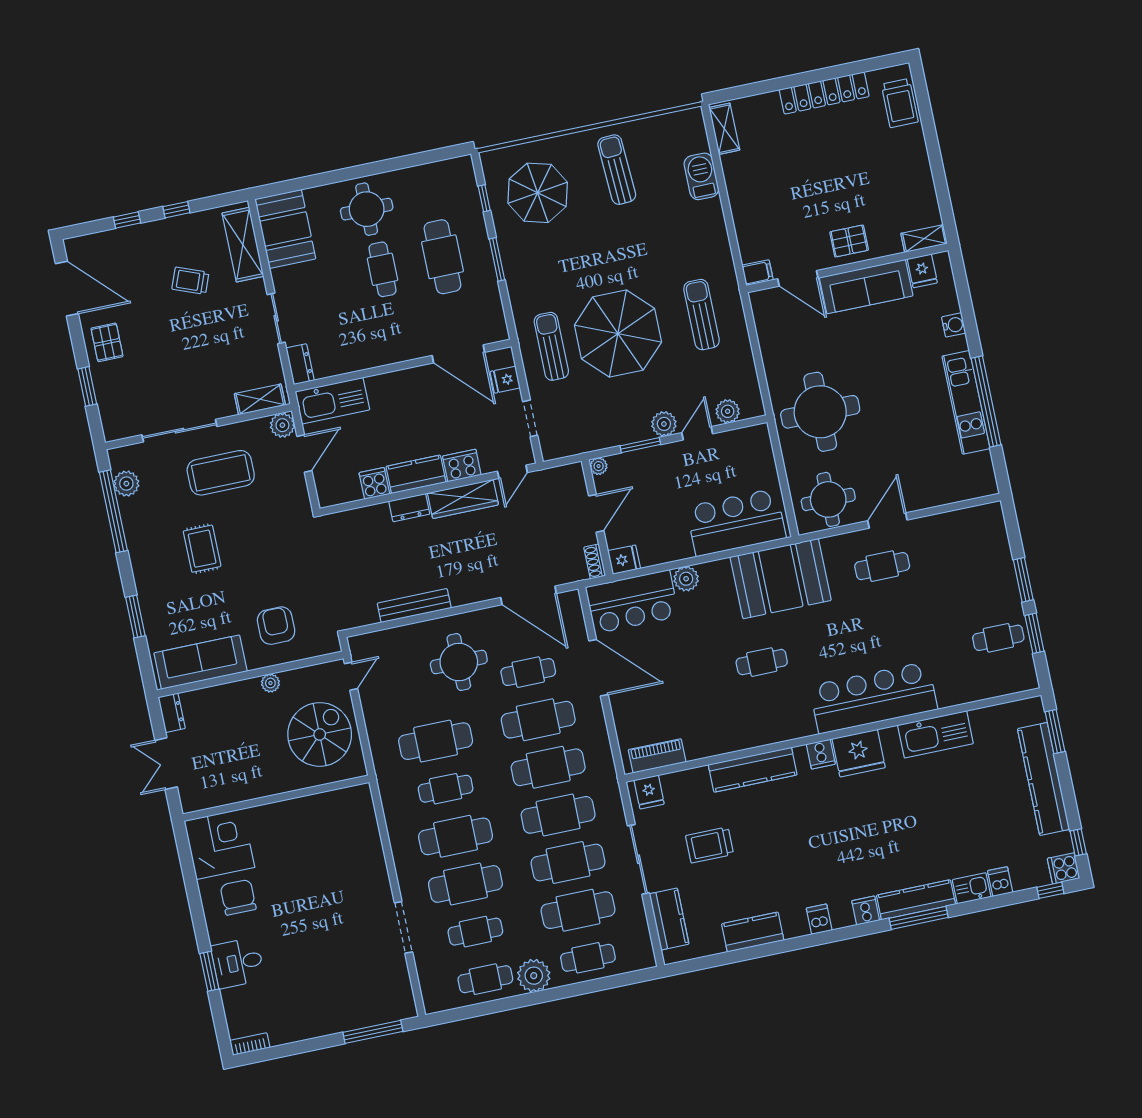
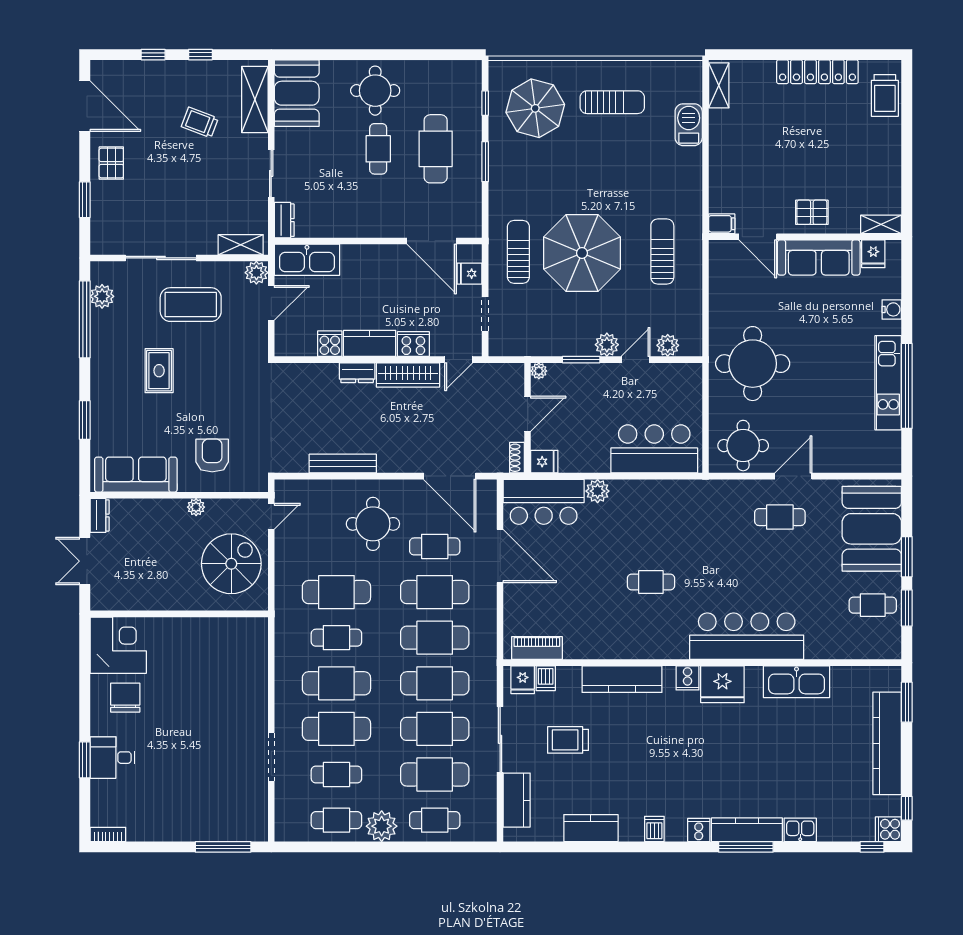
sun lounger: (617, 170) -> (612, 102), turned 93
booth: (781, 579) -> (872, 529), moved, turned 90
dishwasher: (1000, 882) -> (546, 678), moved, turned 180

